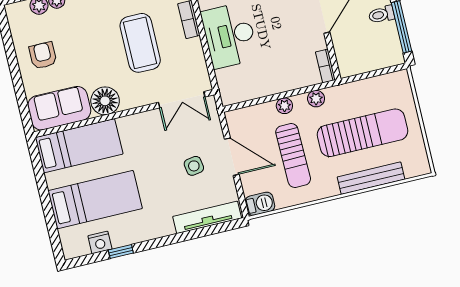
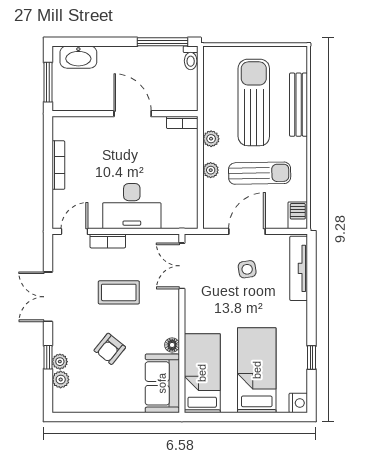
toilet: (382, 15) -> (191, 58), moved
coffee table: (140, 43) -> (119, 292), width x0.73, depth x0.76
armchair: (43, 55) -> (110, 349), moved, turned -51
double door: (182, 100) -> (182, 266), swing flipped
floor lamp: (105, 101) -> (172, 345), width x0.53, depth x0.53
nightstand: (100, 242) -> (298, 403), moved

